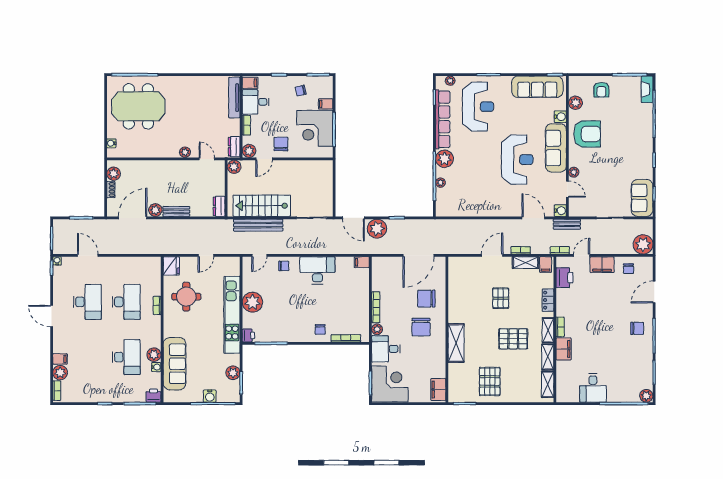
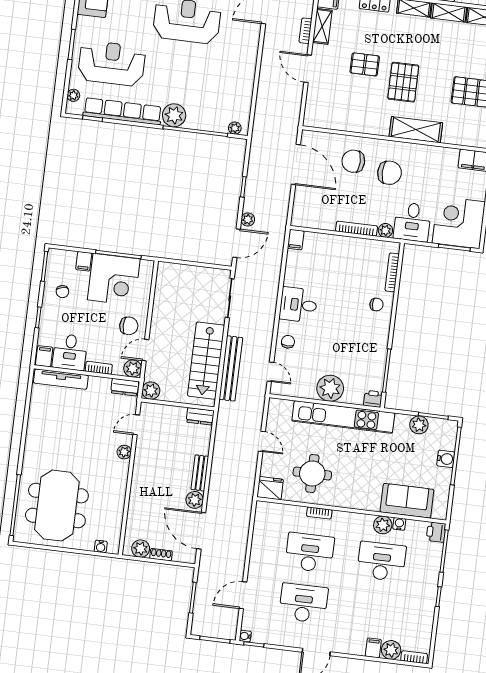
chair: (281, 144) -> (129, 326), turned 180
door: (264, 159) -> (145, 350), swing flipped
plant: (440, 183) -> (235, 128), moved
plant: (377, 229) -> (248, 219), width x0.53, depth x0.53
desk: (317, 270) -> (298, 305), width x0.73
chair: (426, 299) -> (353, 161), turned 91
pallet: (513, 339) -> (403, 82), moved
sofa: (174, 364) -> (407, 501), width x0.73

